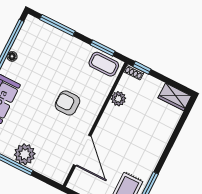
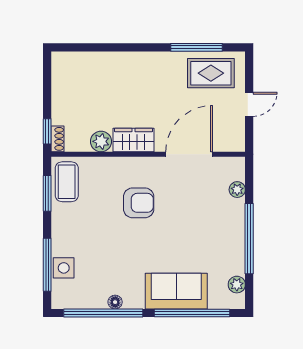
side table: (50, 35) -> (64, 268), added
wardrobe: (175, 97) -> (133, 140), moved, turned -90
armchair: (67, 103) -> (139, 203), turned -90
plant: (25, 154) -> (237, 190), moved, width x0.53, depth x0.53

